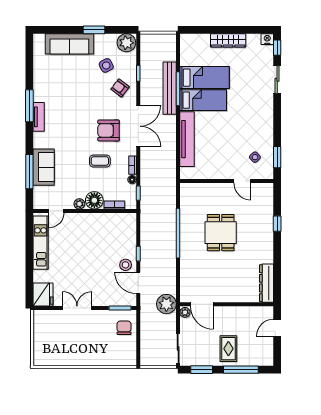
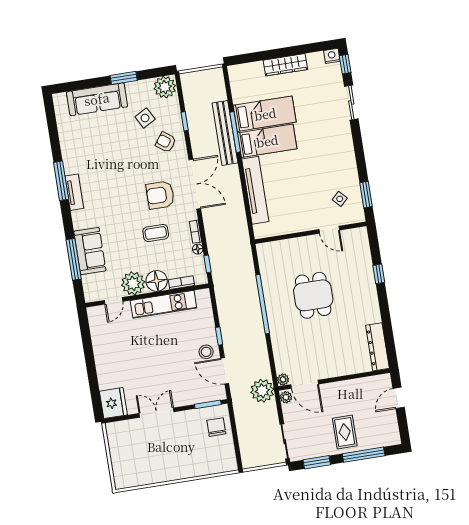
plant: (79, 204) -> (133, 283), width x1.88, depth x1.88
kitchen unit: (41, 243) -> (163, 304), moved, turned 90
plant: (185, 298) -> (283, 379), added

